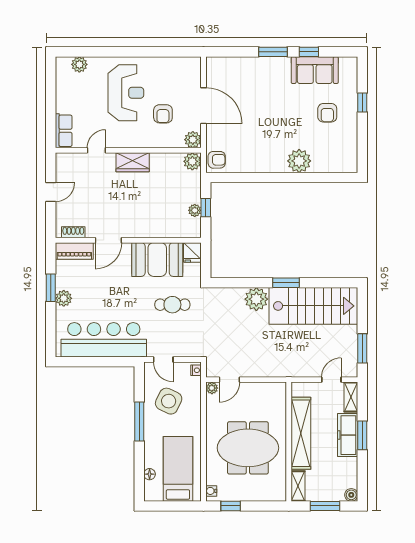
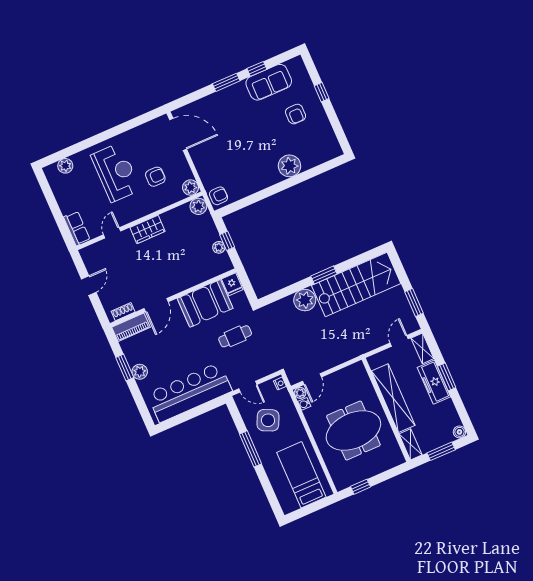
door: (203, 106) -> (178, 134), moved
armchair: (163, 114) -> (155, 177), turned -90
floor lamp: (150, 474) -> (279, 490), removed
water cooler: (211, 491) -> (304, 404), moved

